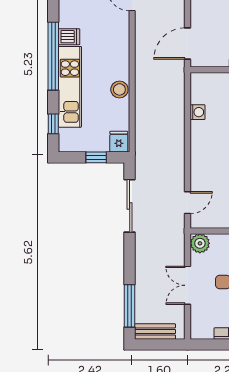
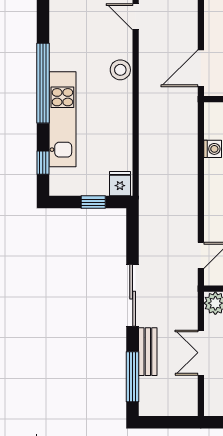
dishwasher: (69, 37) -> (61, 60), removed
stool: (119, 89) -> (120, 70), moved
sliding door: (130, 206) -> (133, 295), moved
bench: (155, 331) -> (148, 352), moved, turned 90

